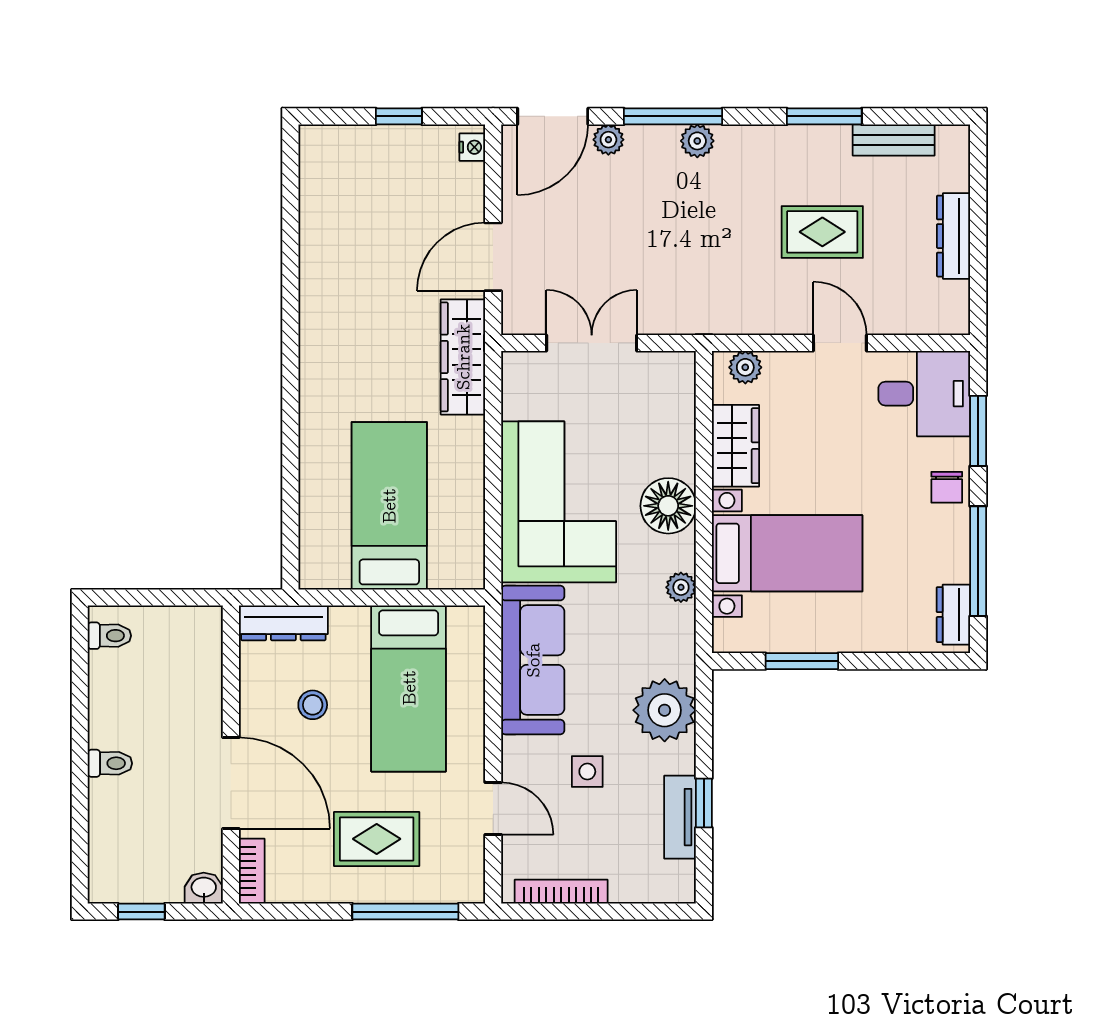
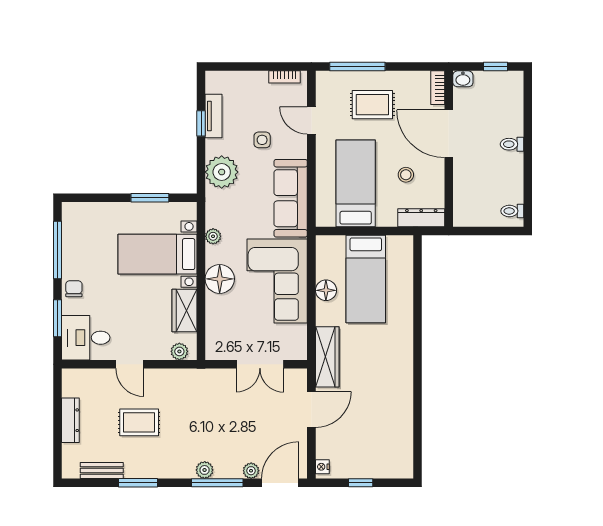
floor lamp: (465, 484) -> (326, 290), added
dresser: (953, 615) -> (70, 222), removed
bookcase: (561, 892) -> (285, 77), width x0.64

